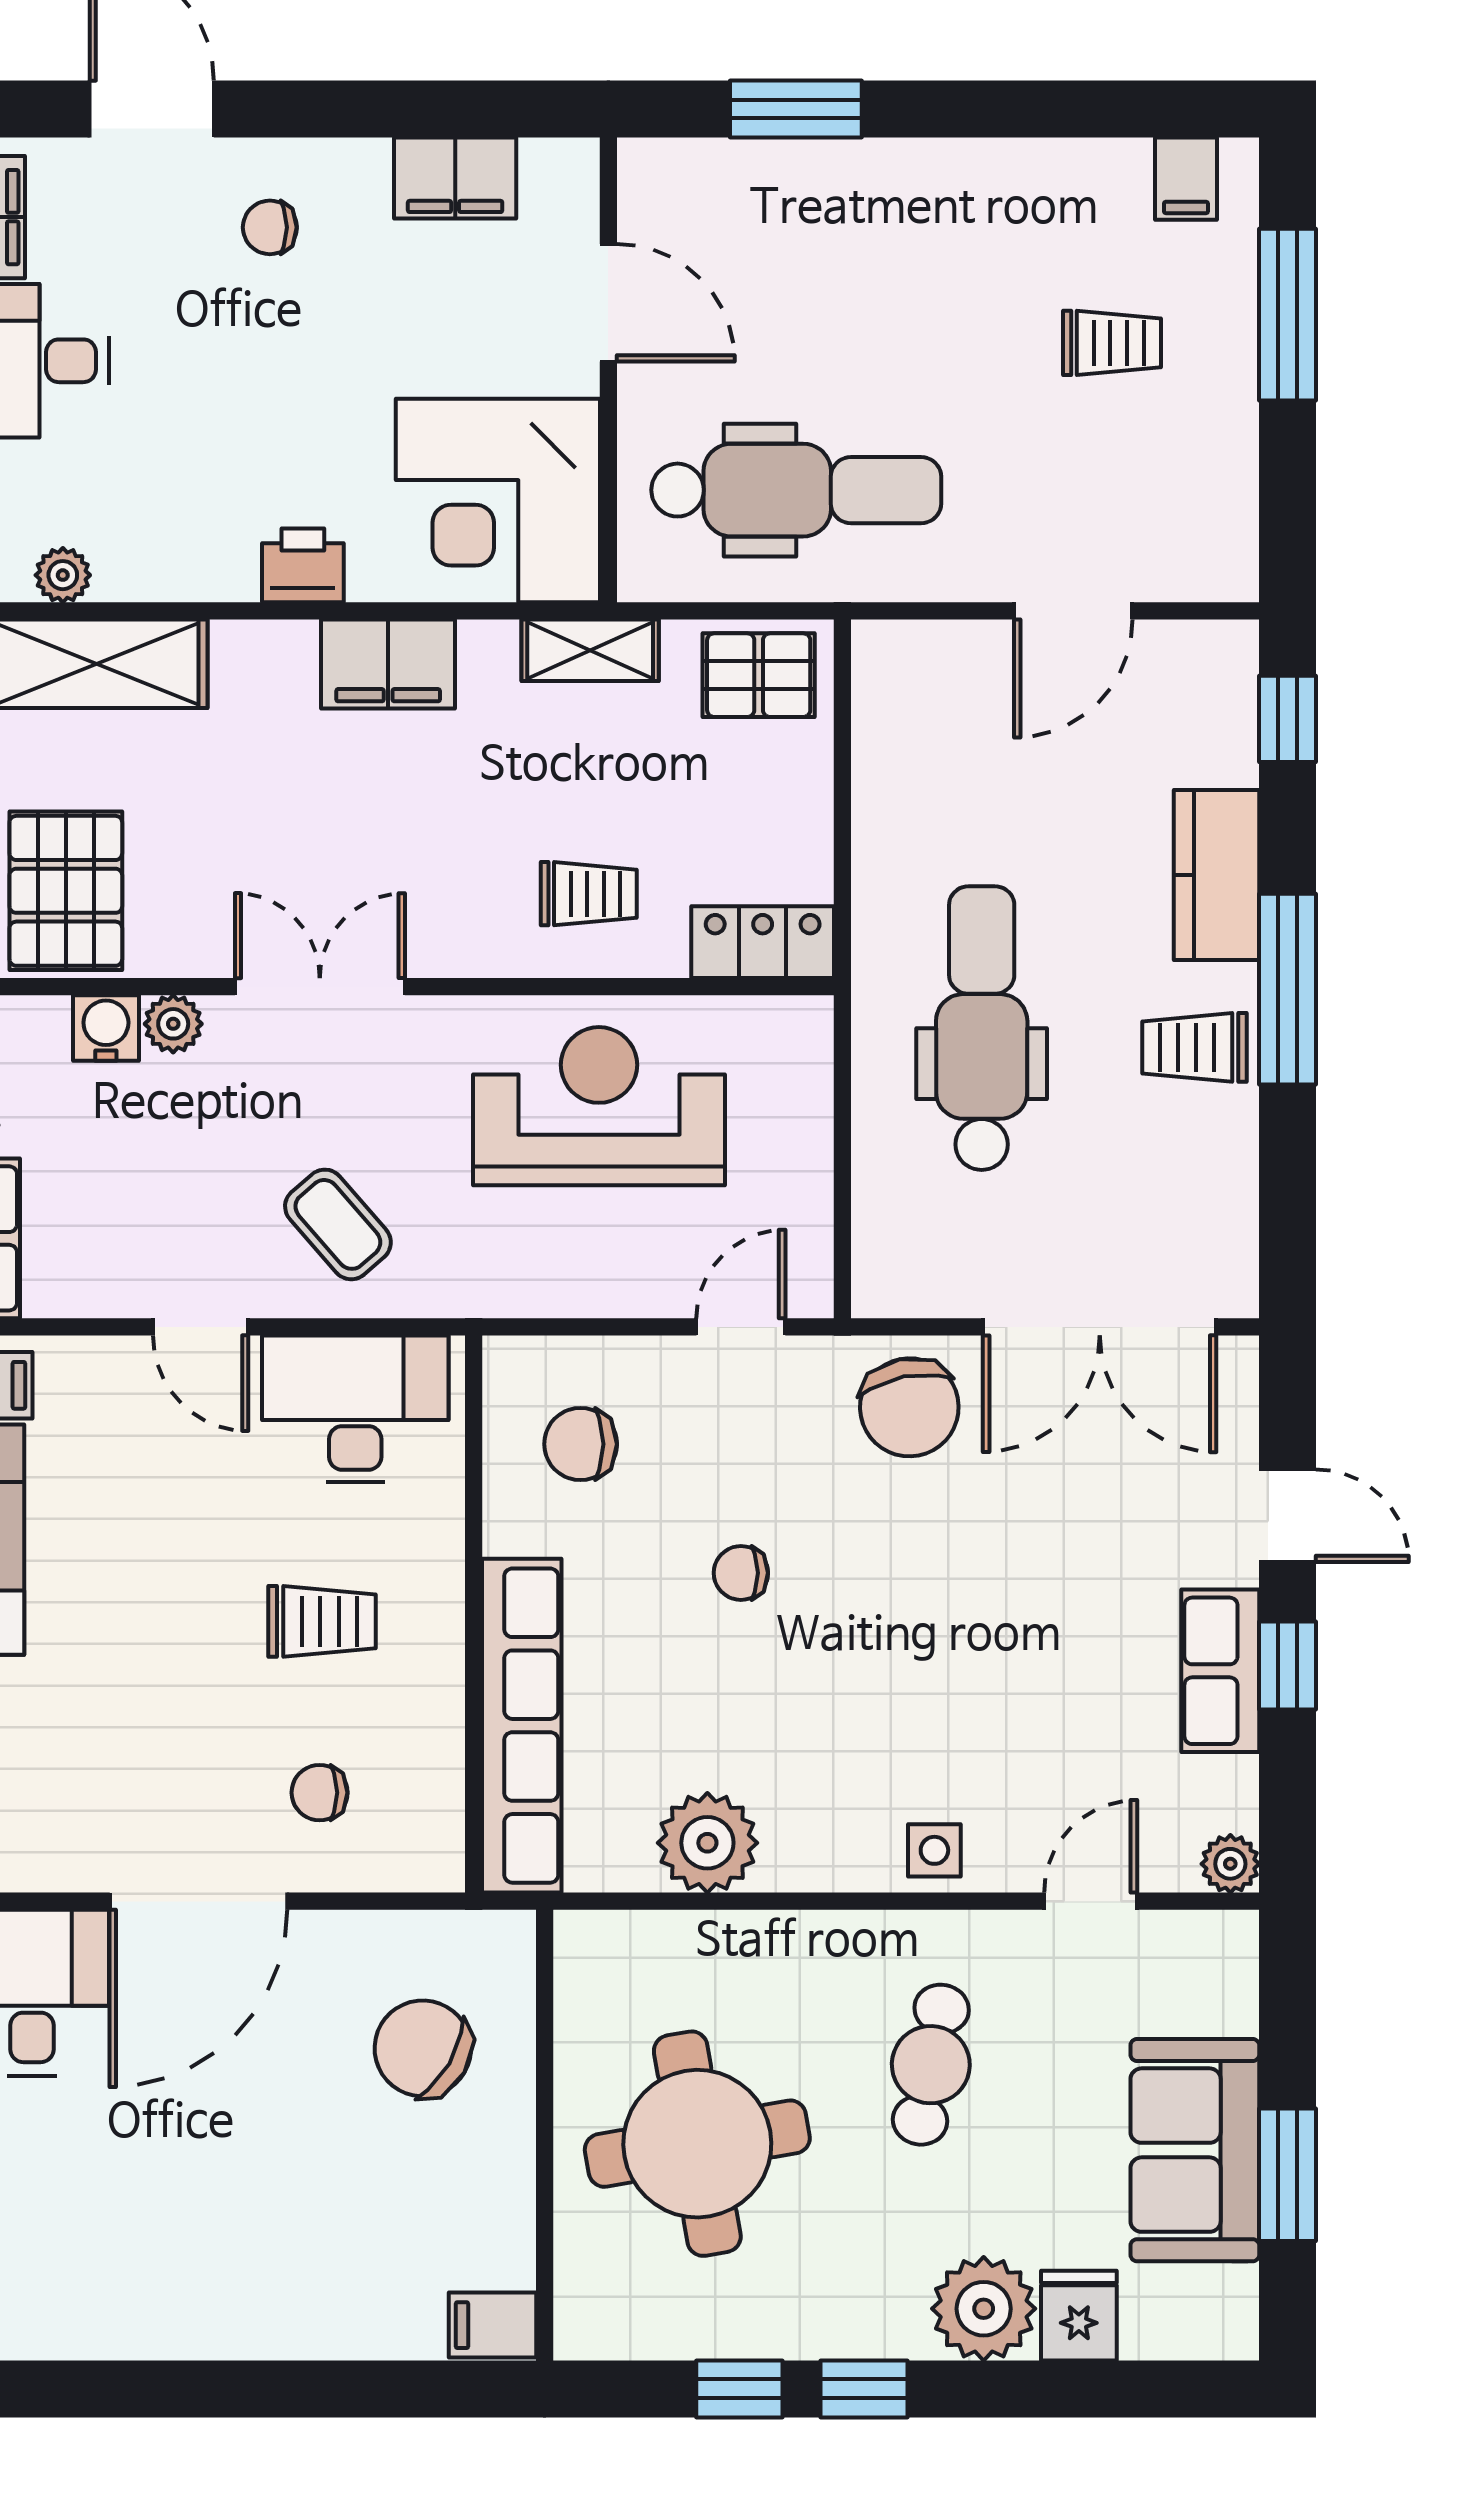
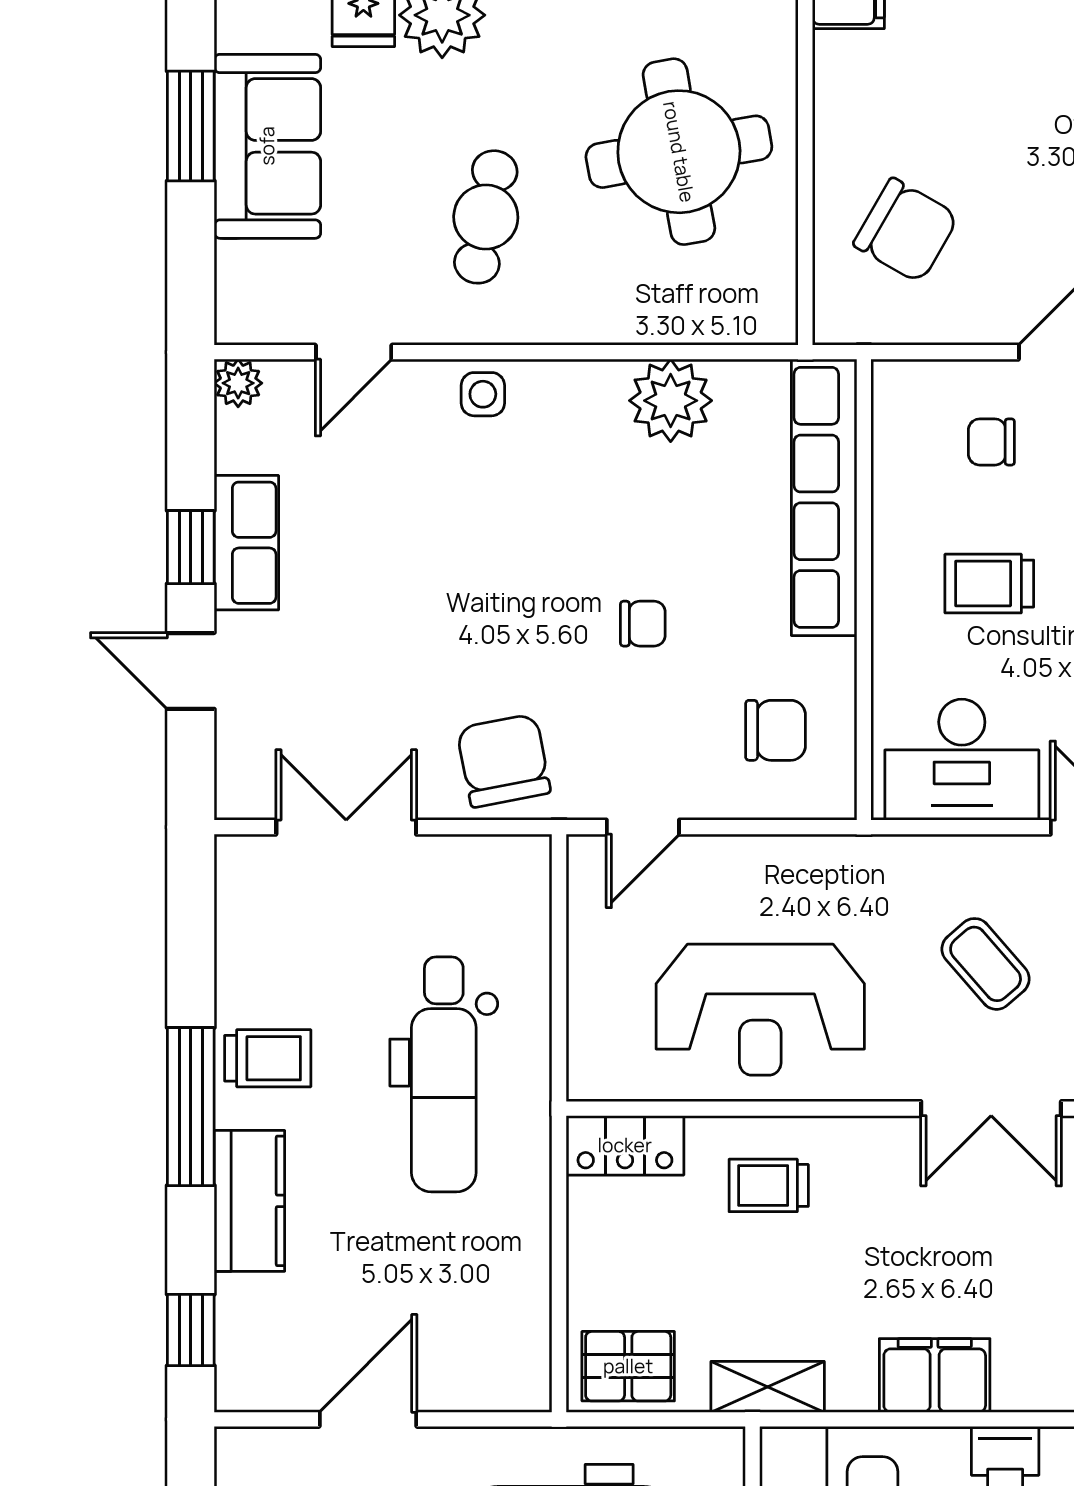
coffee table: (338, 1224) -> (986, 964), moved
double door: (1100, 1327) -> (346, 827), width x0.73
chair: (320, 1793) -> (991, 442), turned 180

